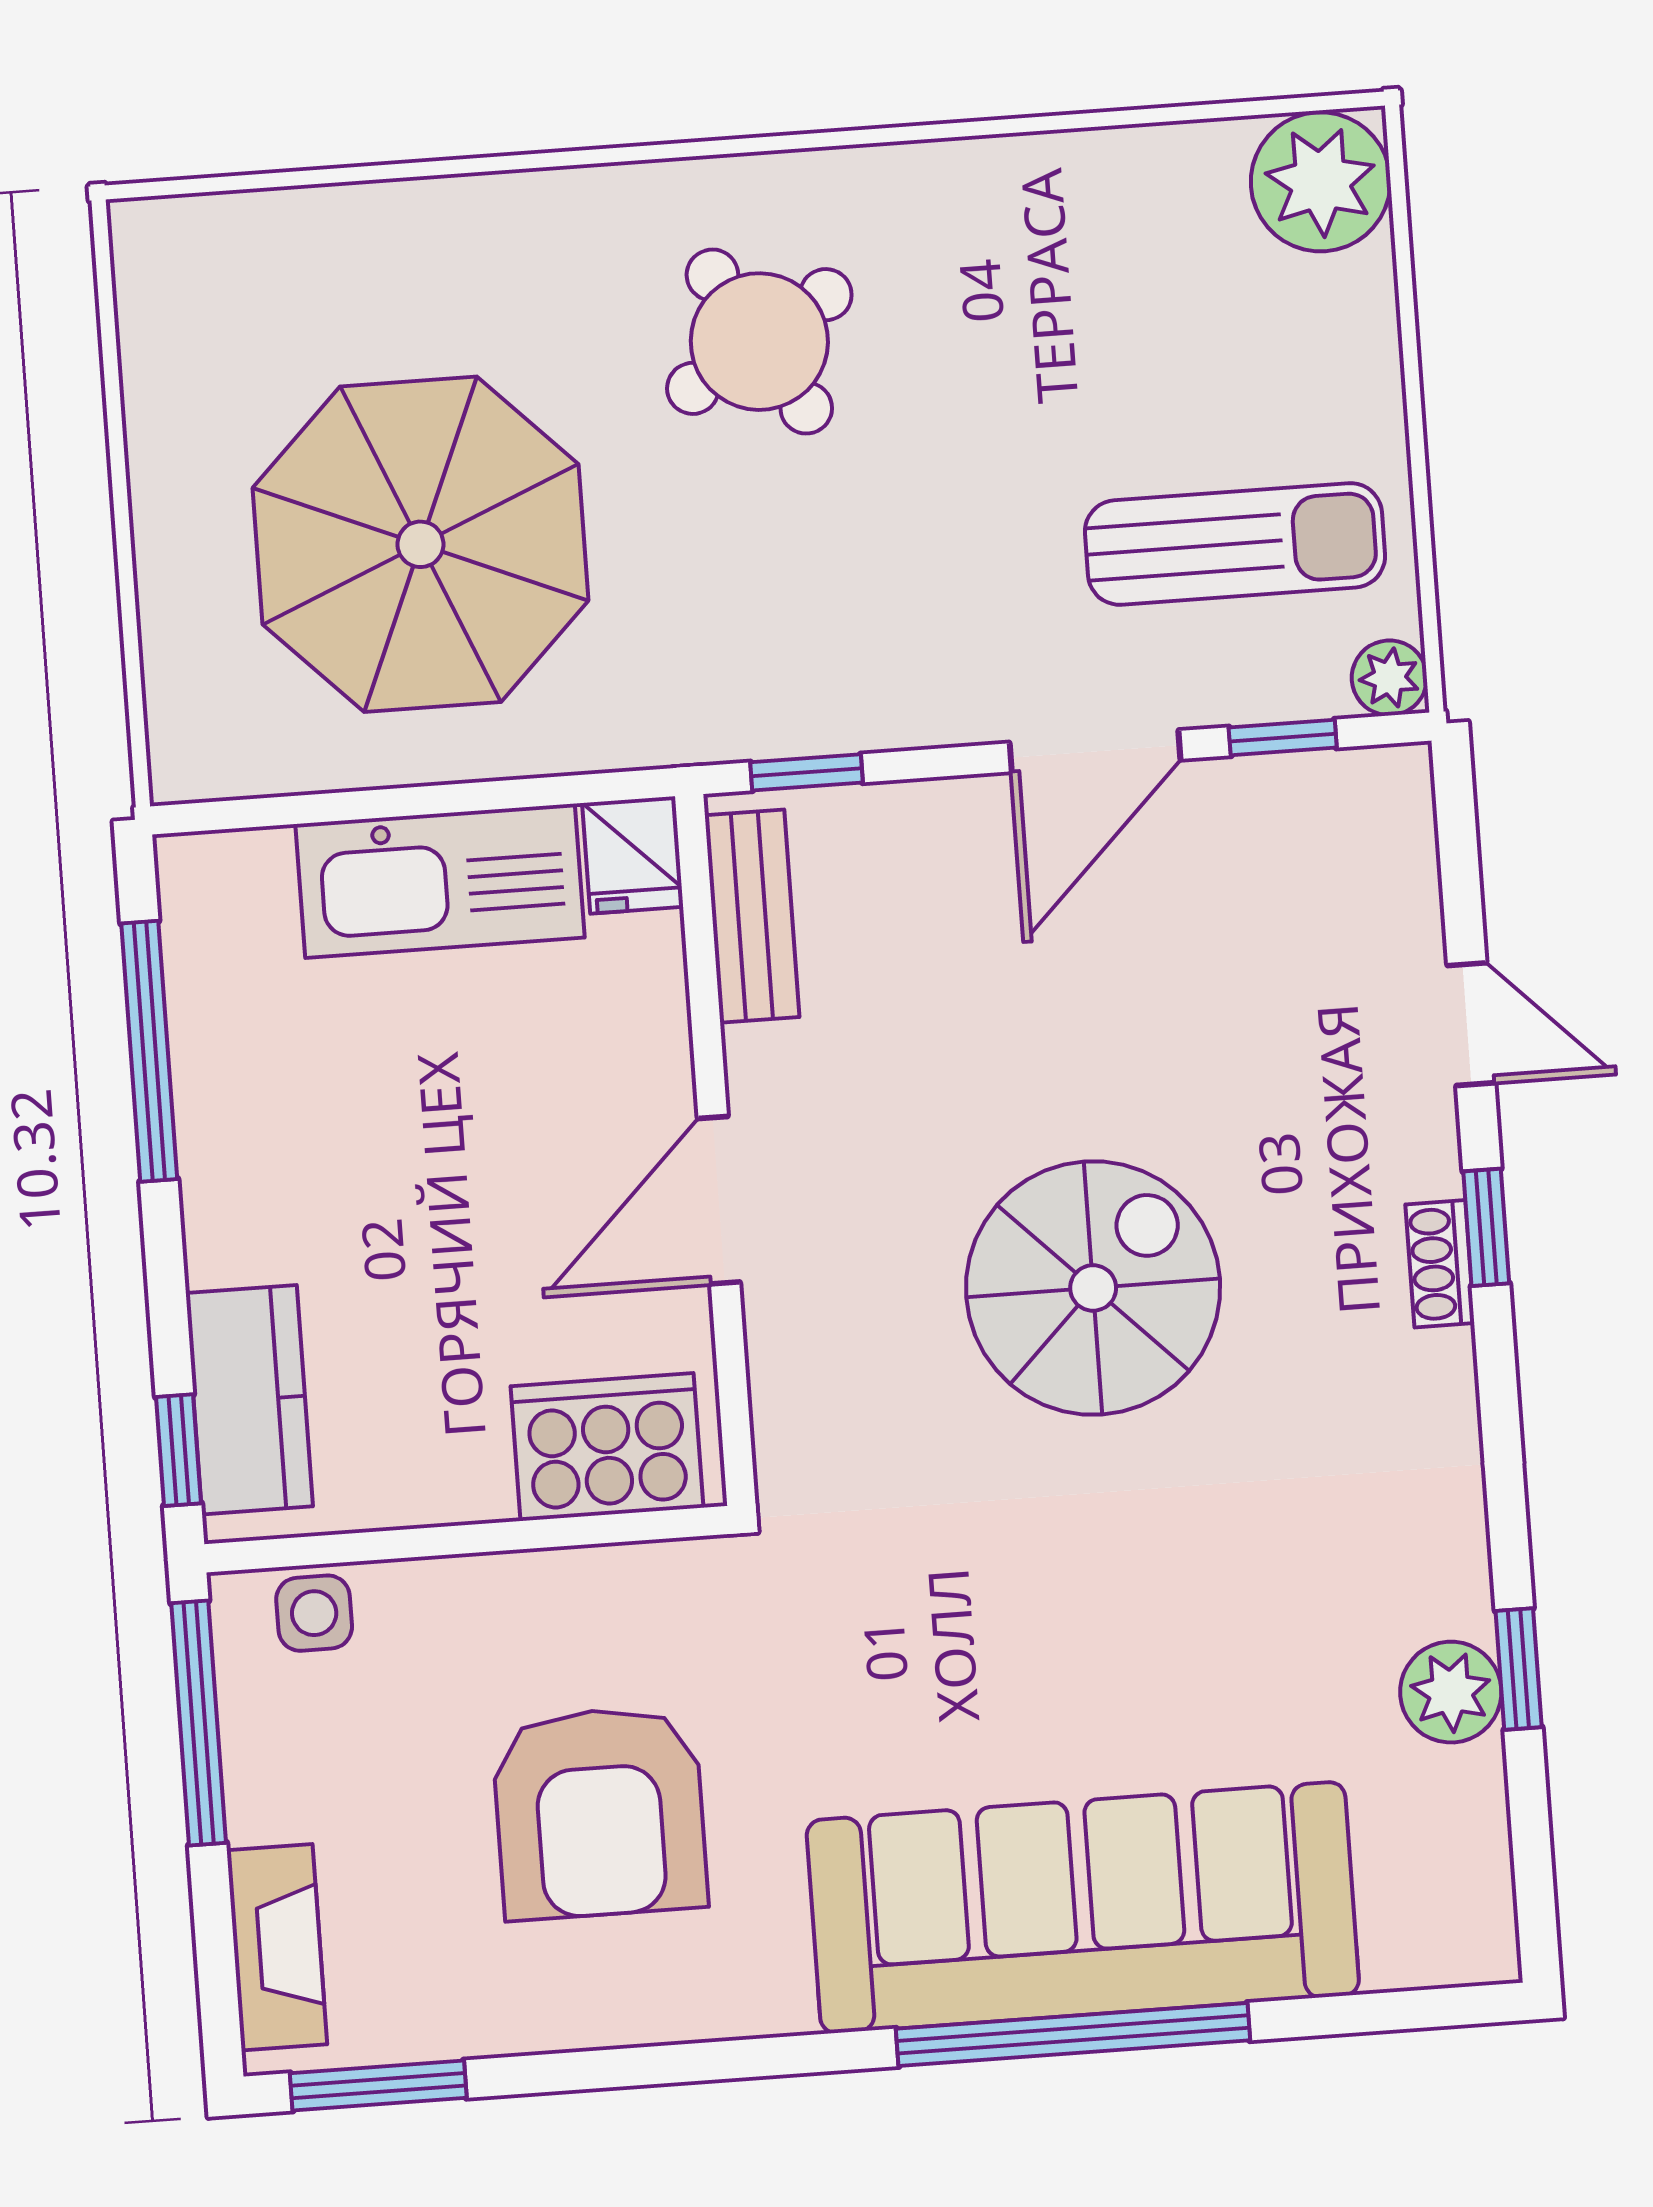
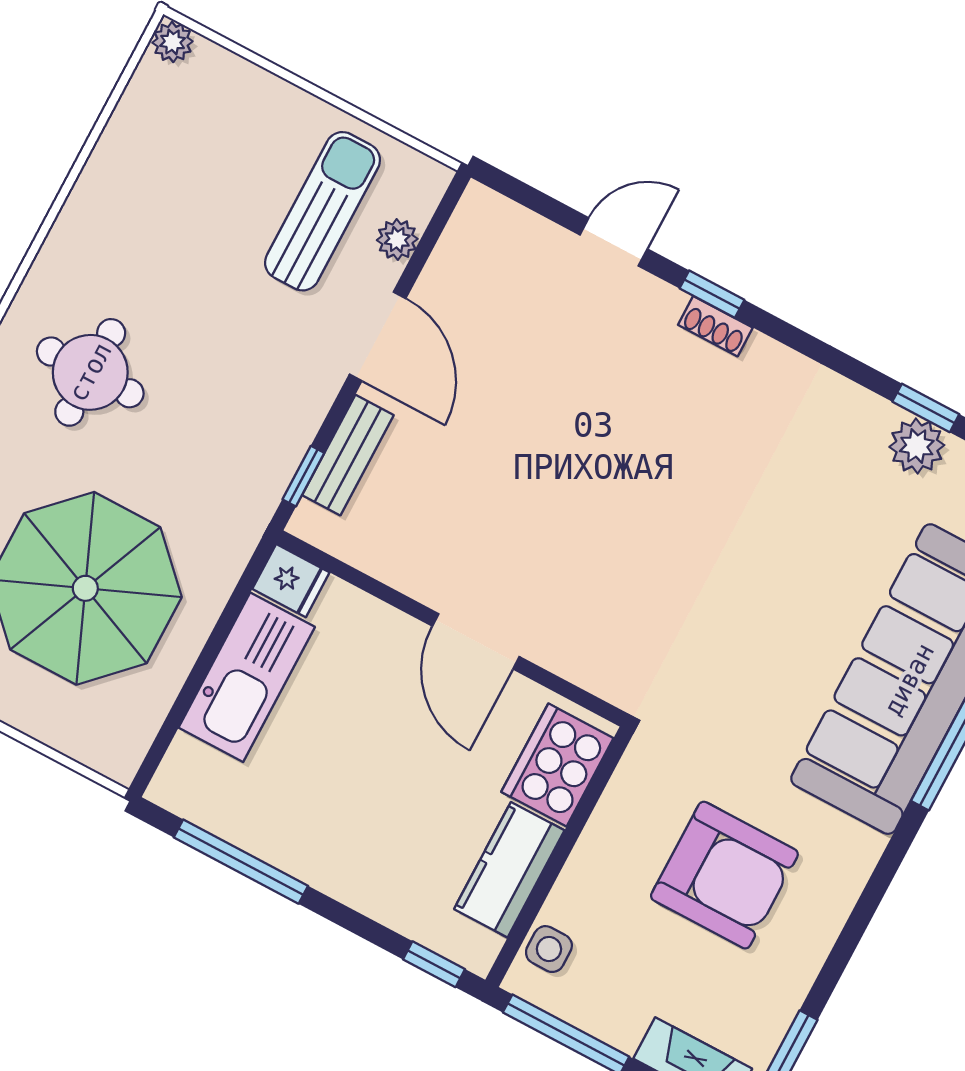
plant: (1321, 182) -> (173, 42), width x0.53, depth x0.53
round table: (759, 342) -> (90, 372), turned 31
plant: (1389, 678) -> (397, 239), moved
window: (1283, 737) -> (426, 246), removed
bench: (752, 916) -> (348, 455), moved, turned 90
spiral stairs: (1093, 1288) -> (626, 494), removed
kitchen counter: (249, 1400) -> (509, 870), moved, turned -90

